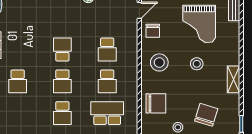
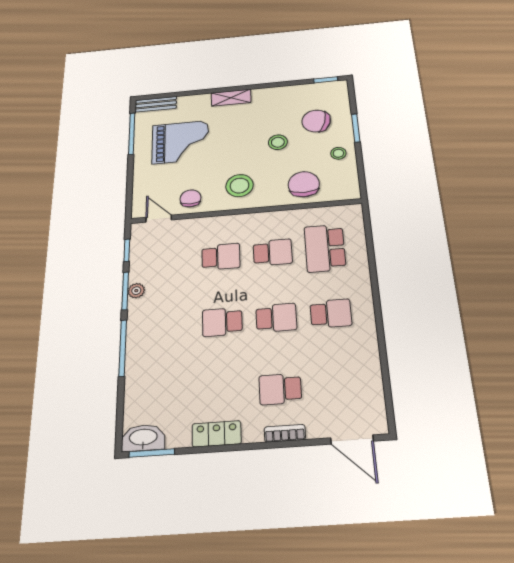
chair: (153, 31) -> (190, 198), turned -90
stool: (197, 64) -> (278, 142), moved
shelving: (233, 79) -> (231, 98), moved
school desk: (18, 81) -> (280, 389), turned 180

